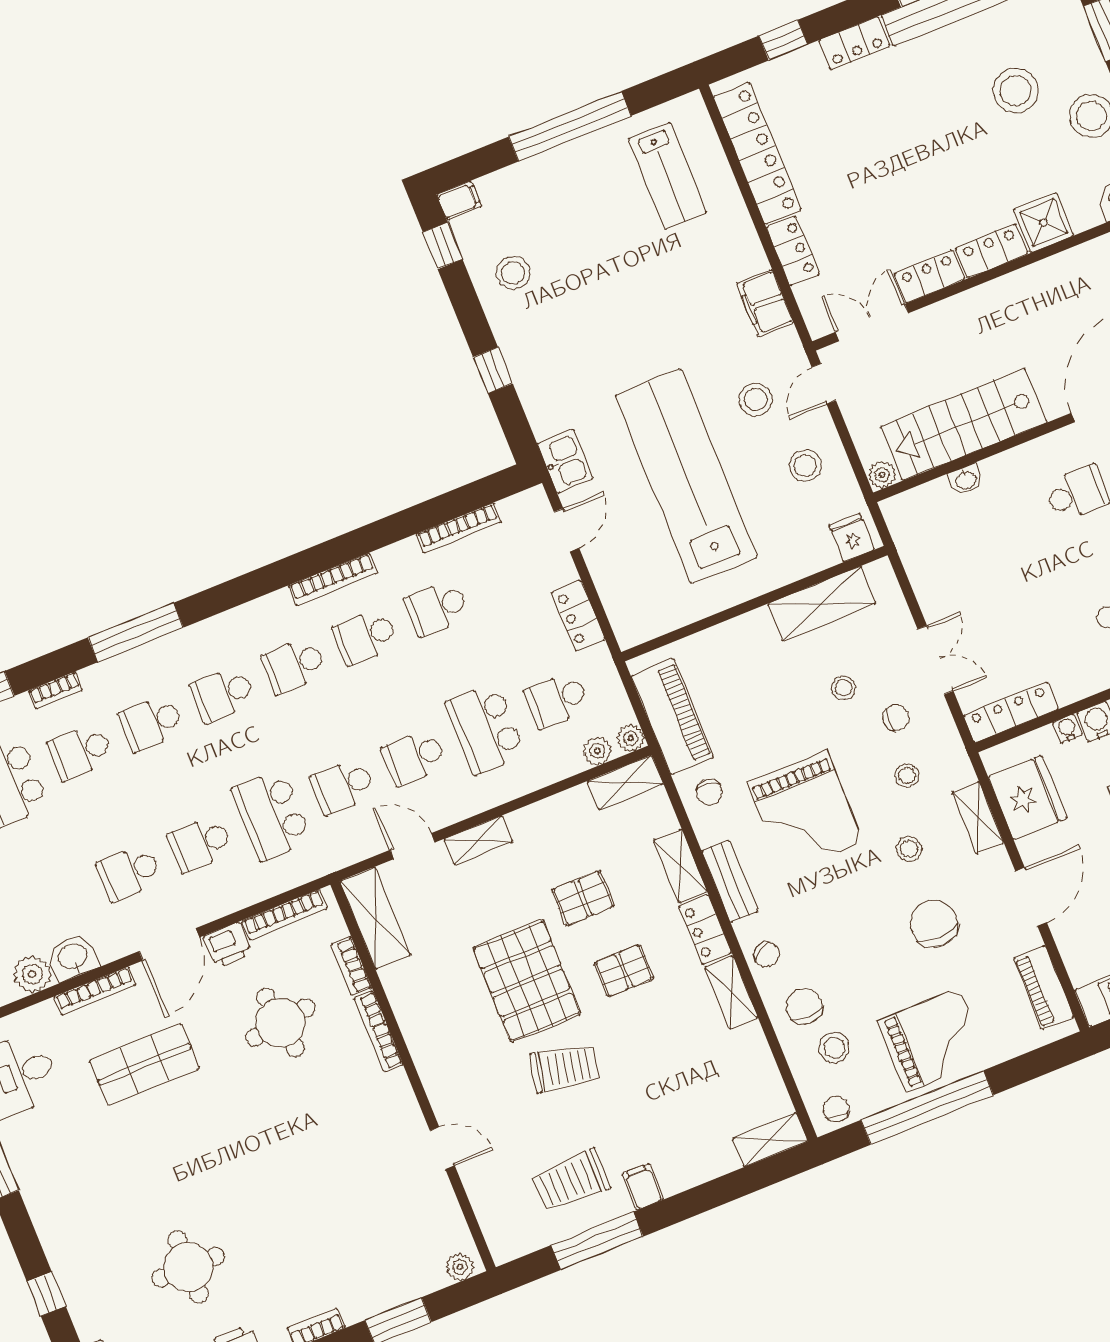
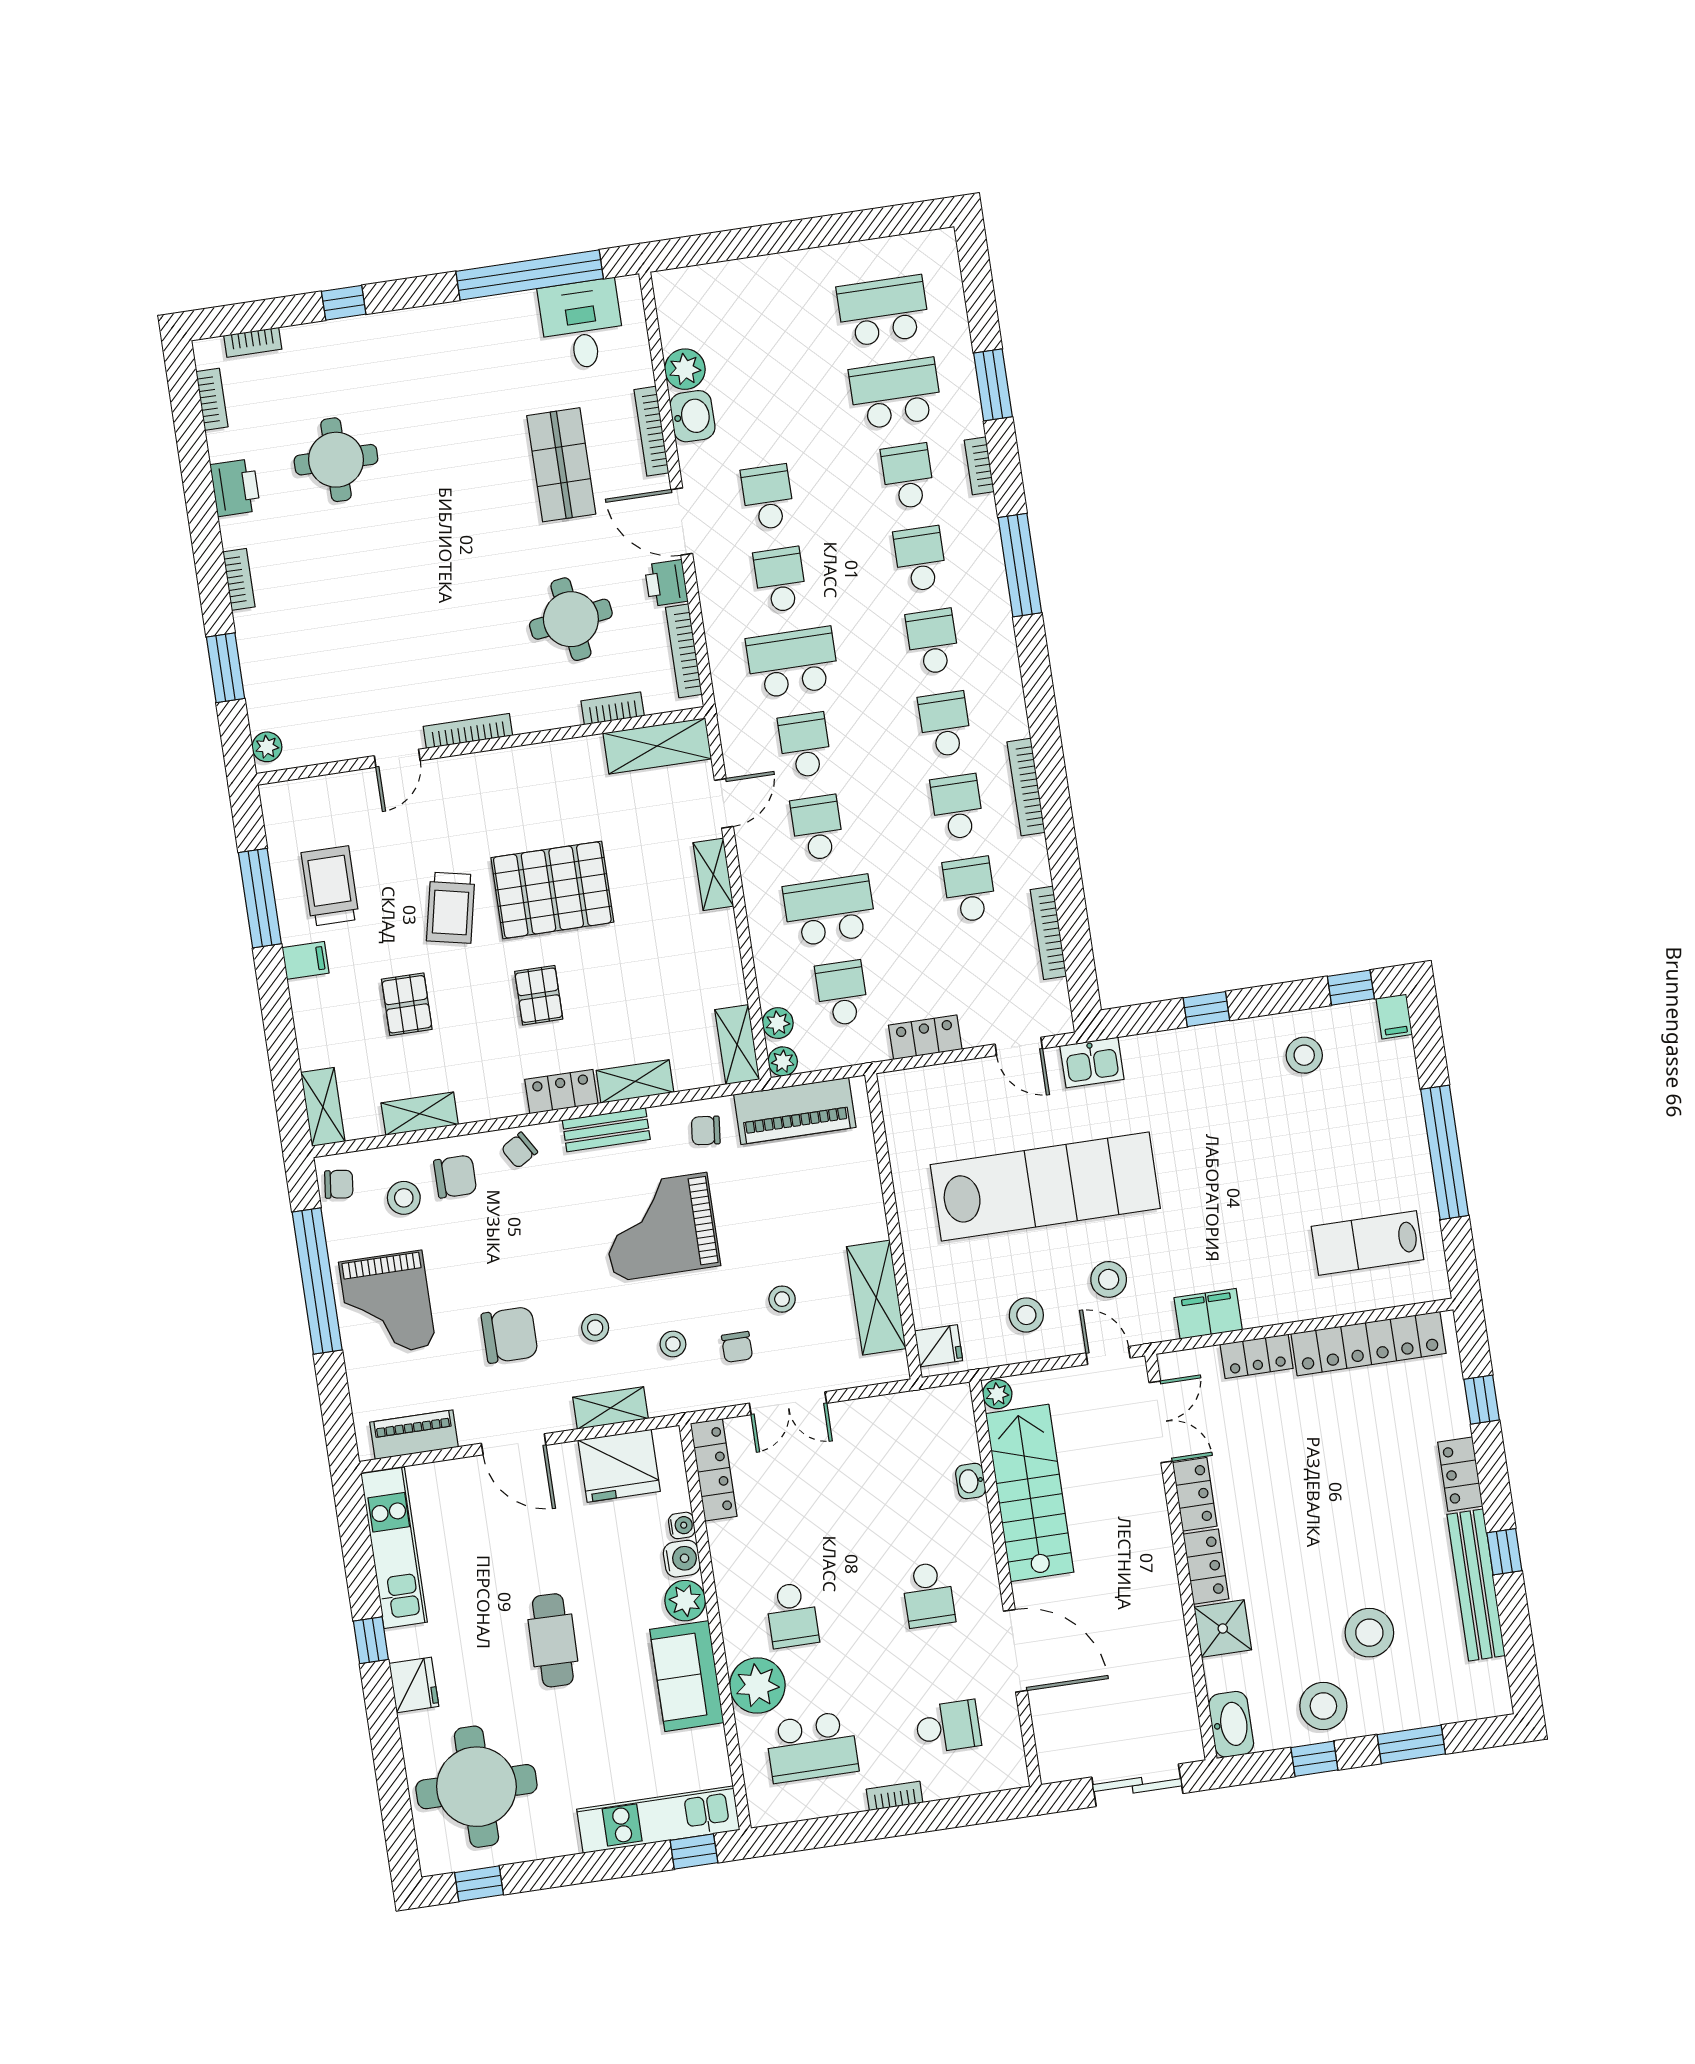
pallet: (583, 898) -> (407, 1004), moved
shelving: (732, 992) -> (420, 1114), moved
bookcase: (379, 1031) -> (468, 731), moved

